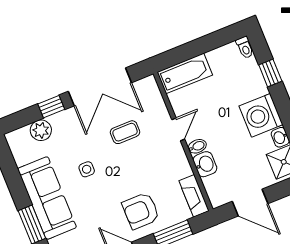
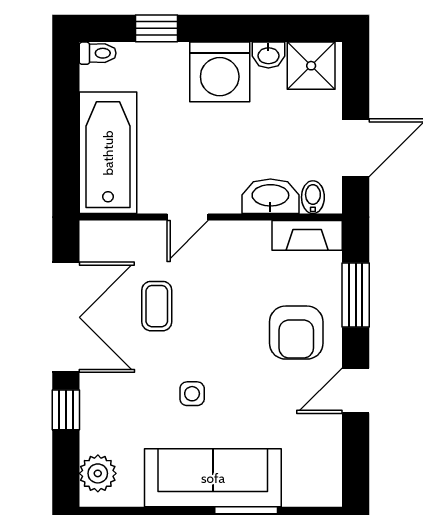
bathtub: (185, 73) -> (108, 153), width x1.36, depth x1.36
door: (178, 129) -> (188, 217), swing flipped
plant: (41, 130) -> (98, 473), moved
bidet: (197, 146) -> (313, 197), moved
washbasin: (205, 164) -> (270, 196), width x1.38

